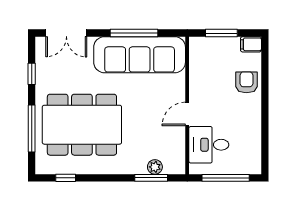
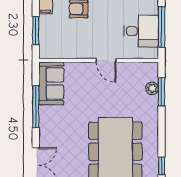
sofa: (140, 55) -> (51, 83), width x0.54, depth x0.79
desk: (209, 145) -> (141, 31), moved, turned -90

